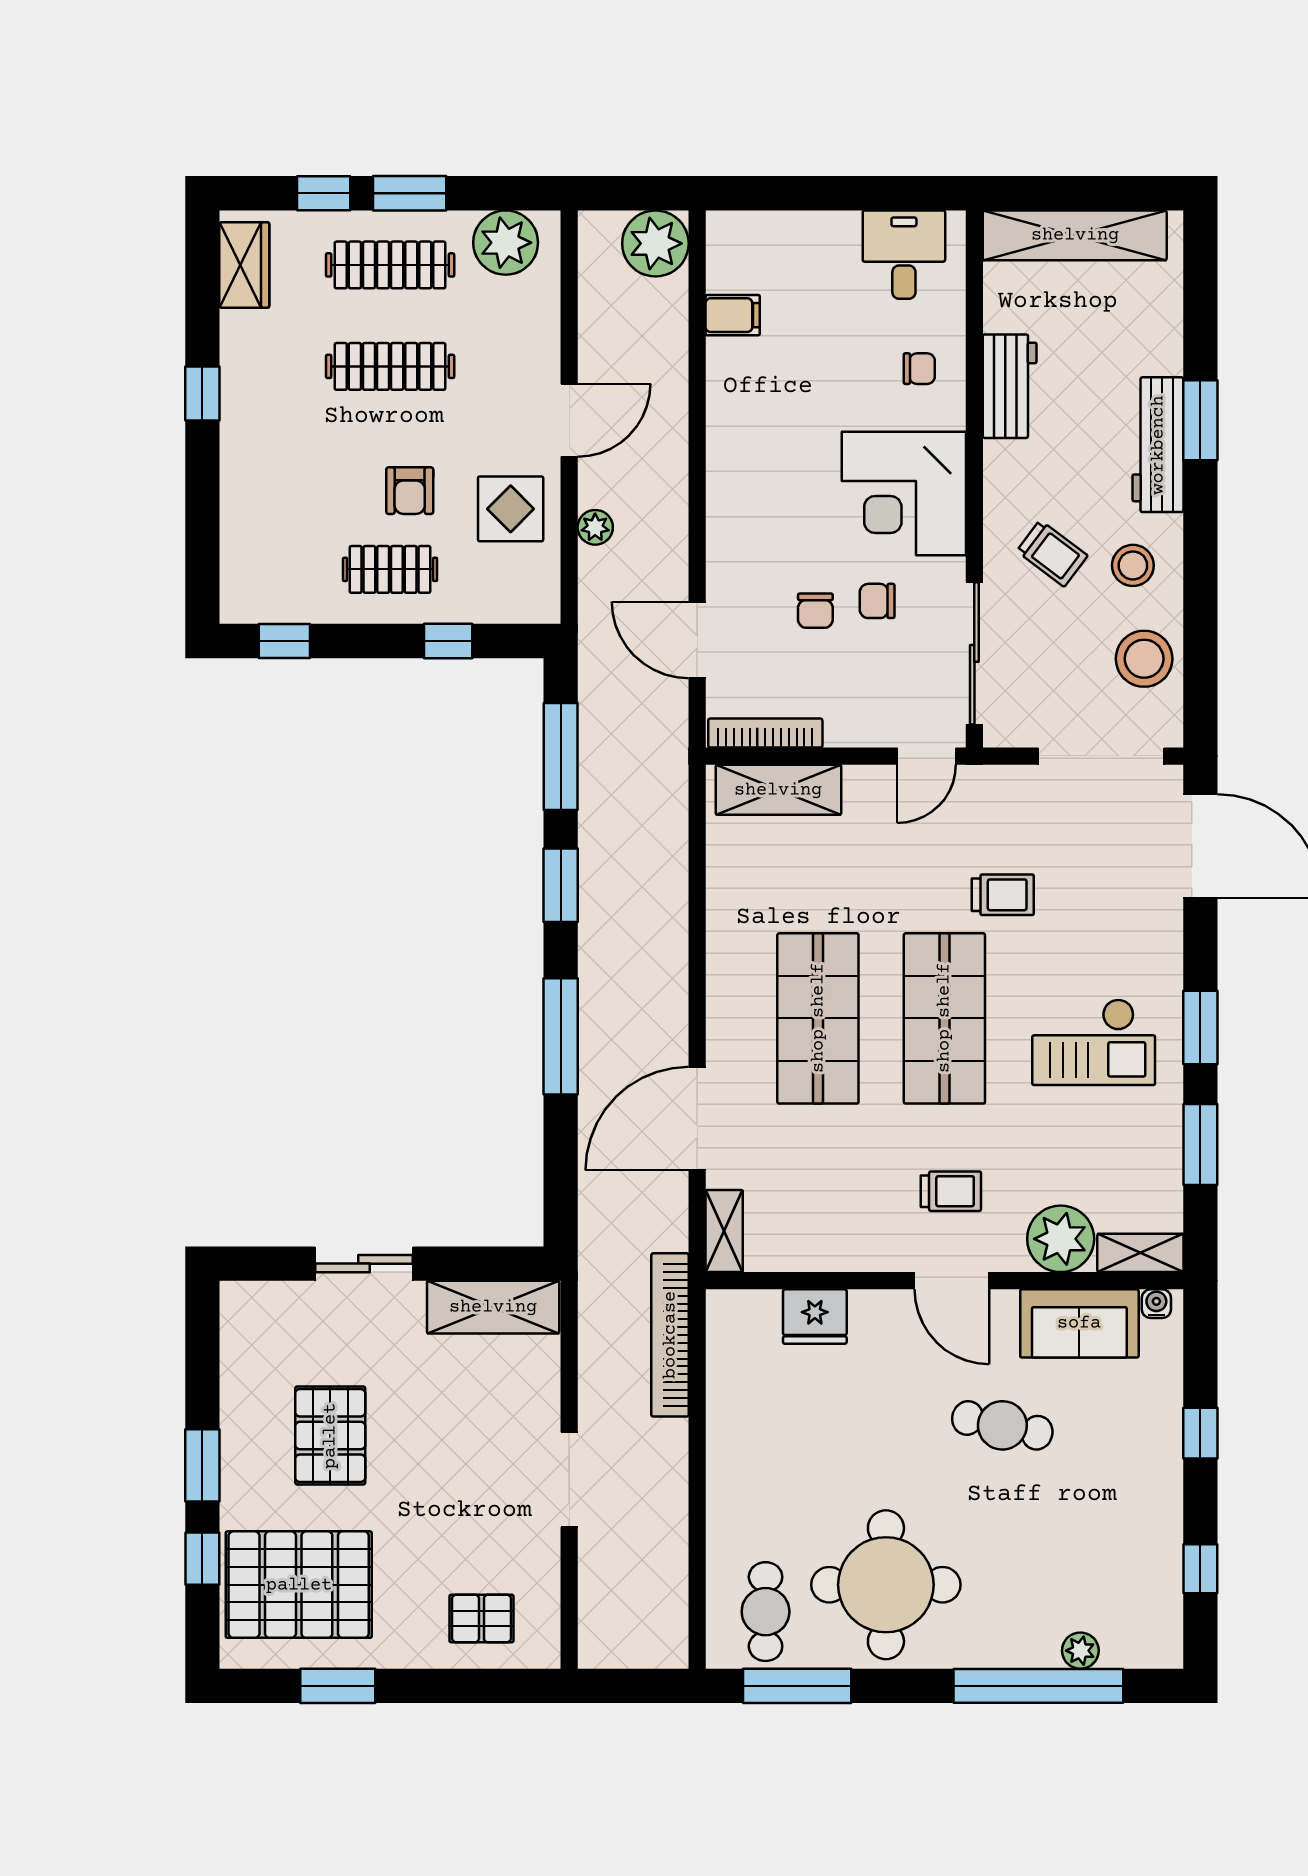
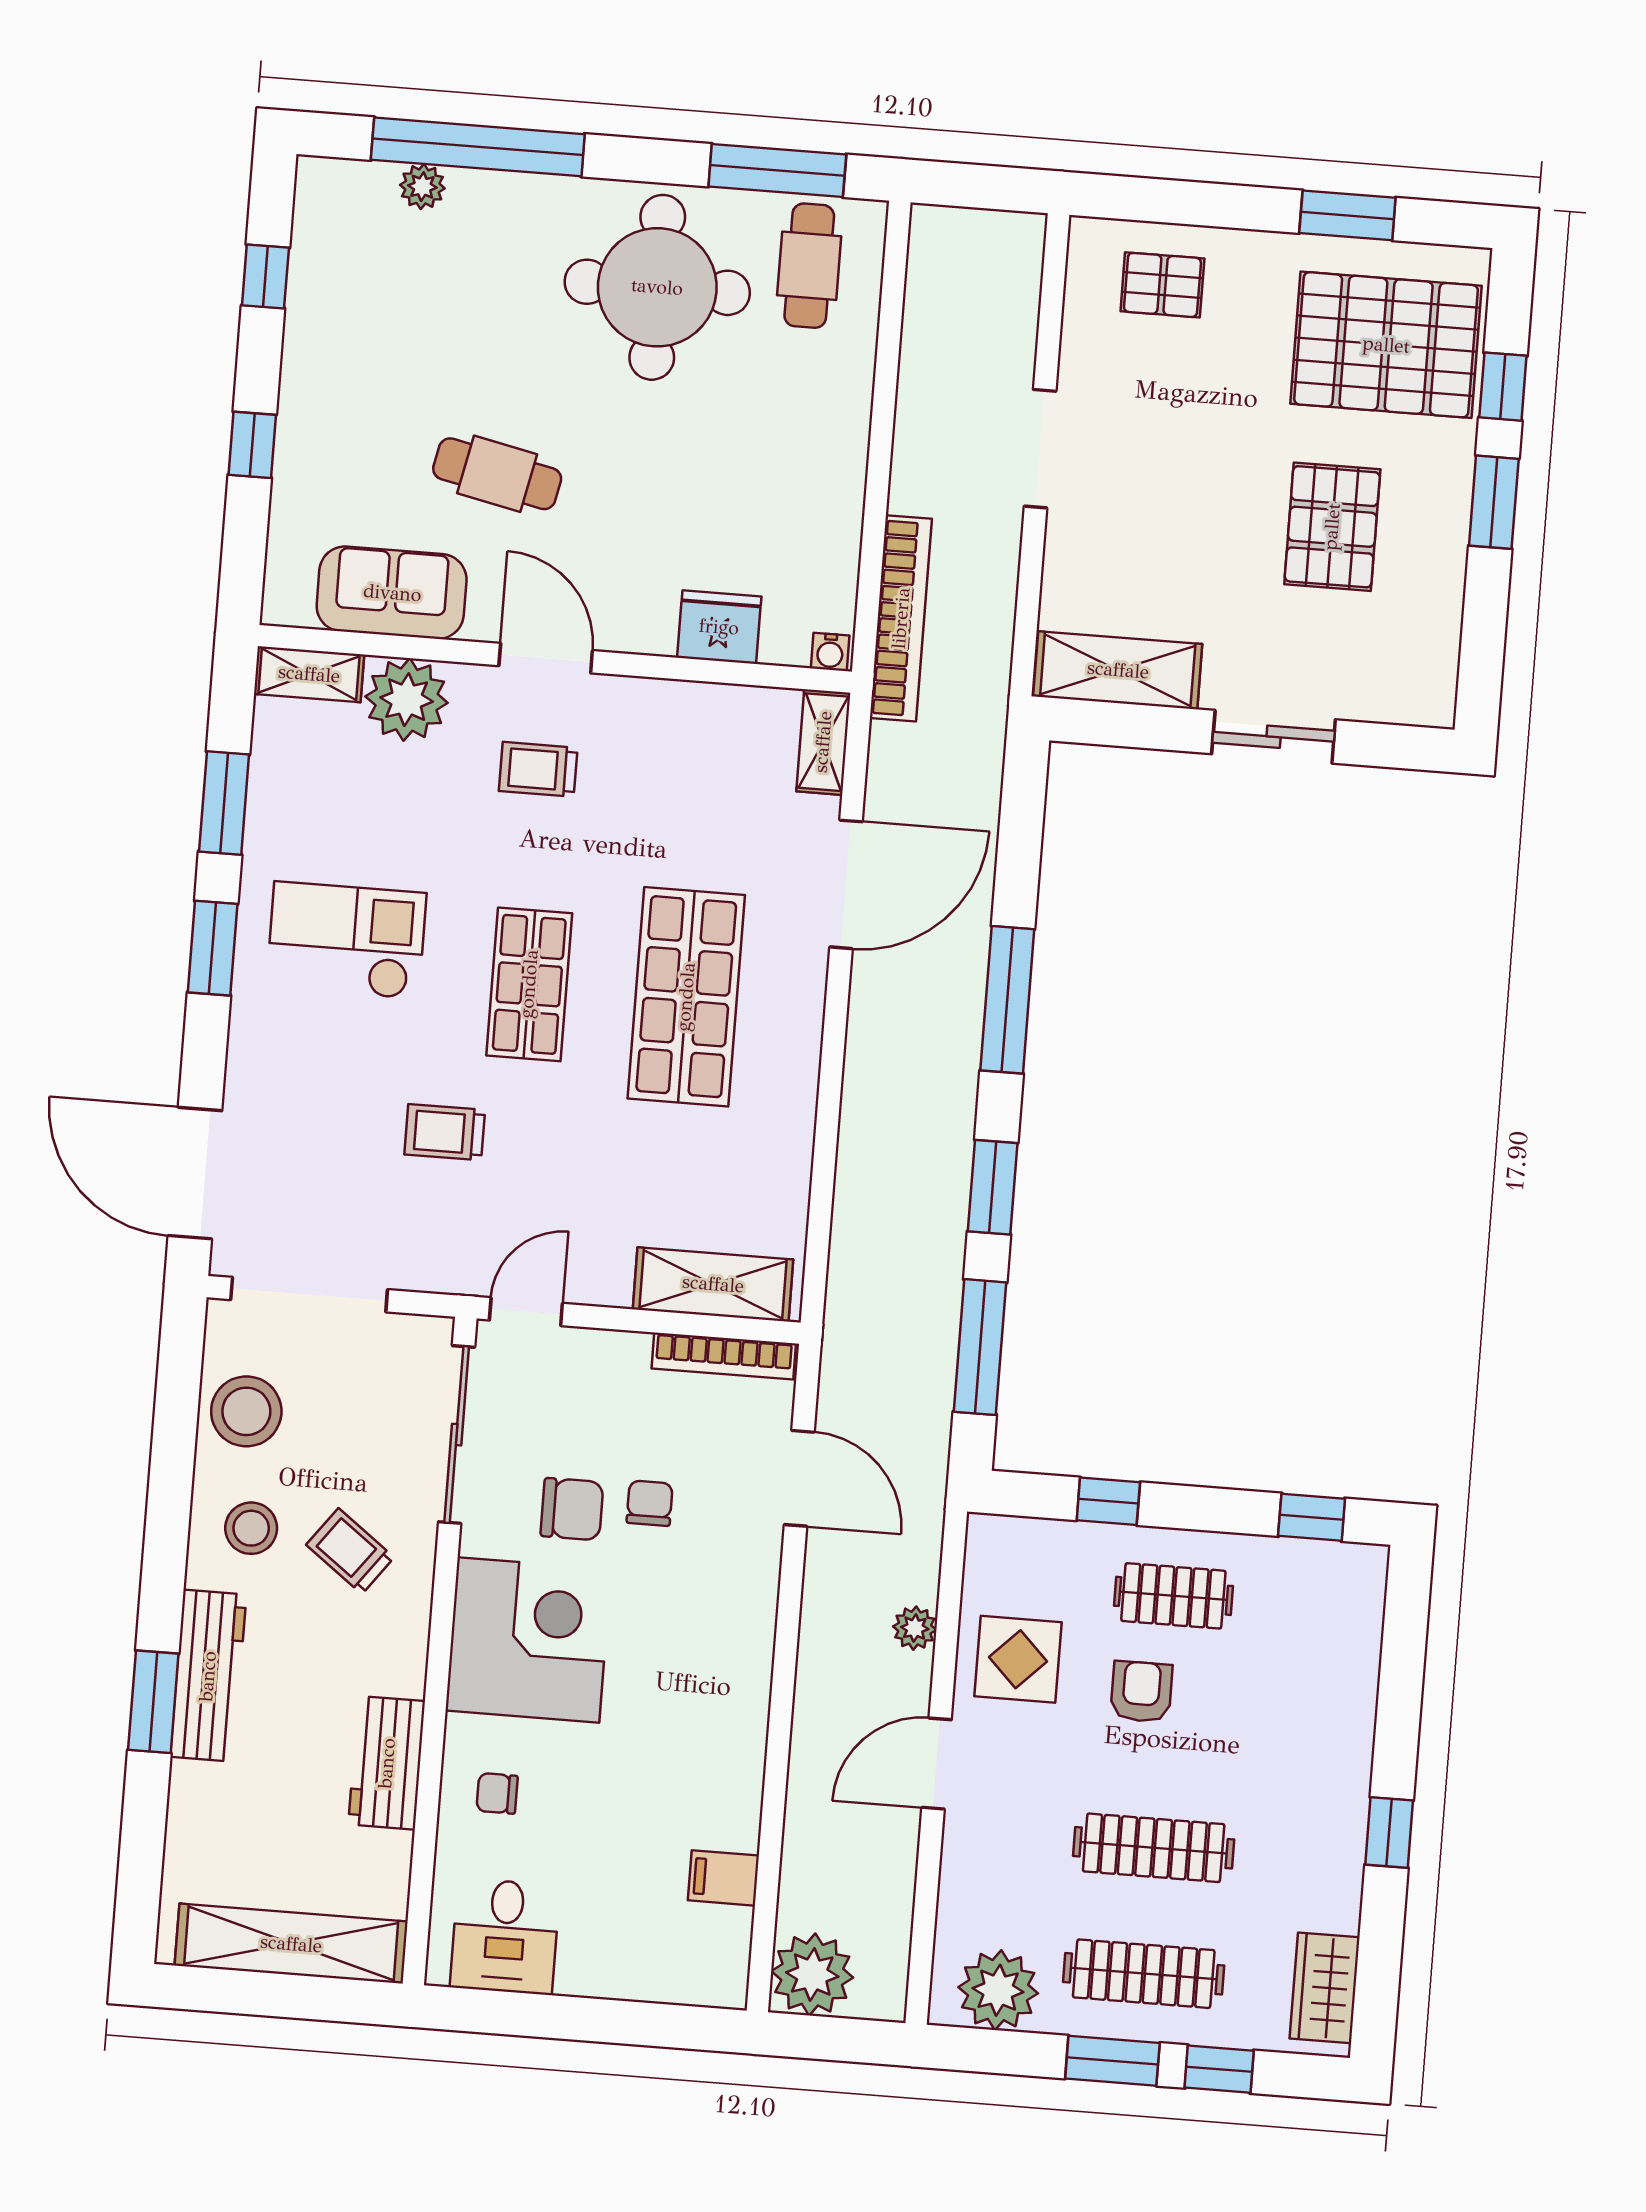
chair: (877, 601) -> (572, 1509), width x1.37, depth x1.37
shop shelf: (944, 1018) -> (529, 984), width x0.70, depth x0.74
water cooler: (1156, 1304) -> (830, 652), moved

